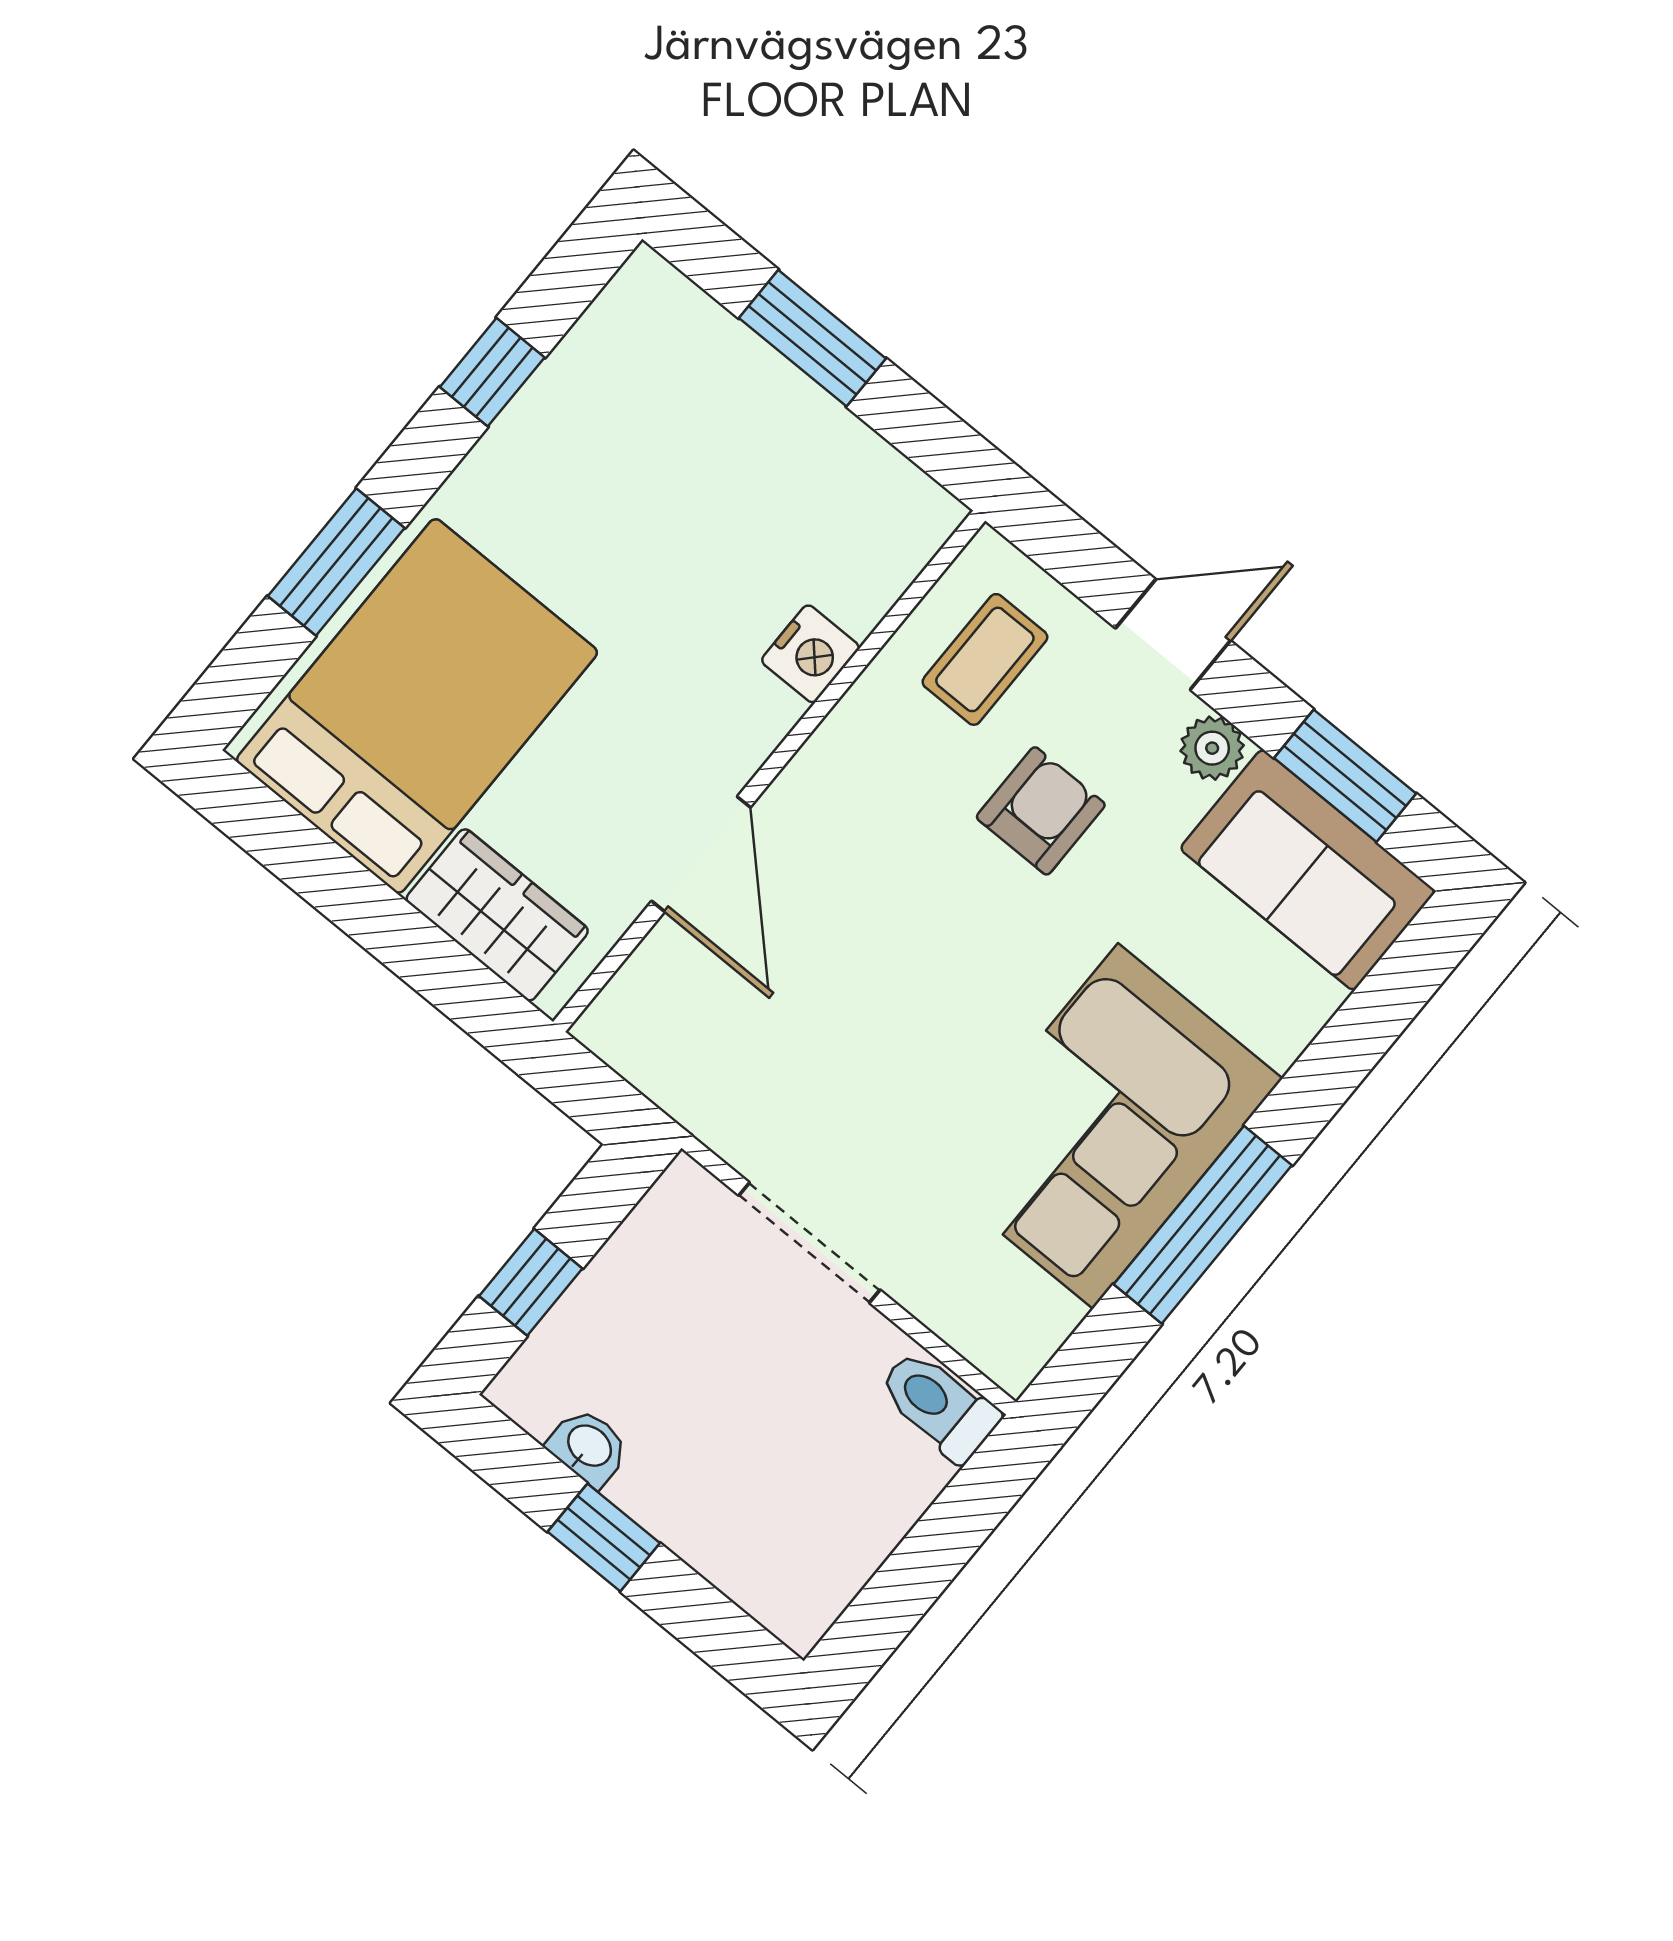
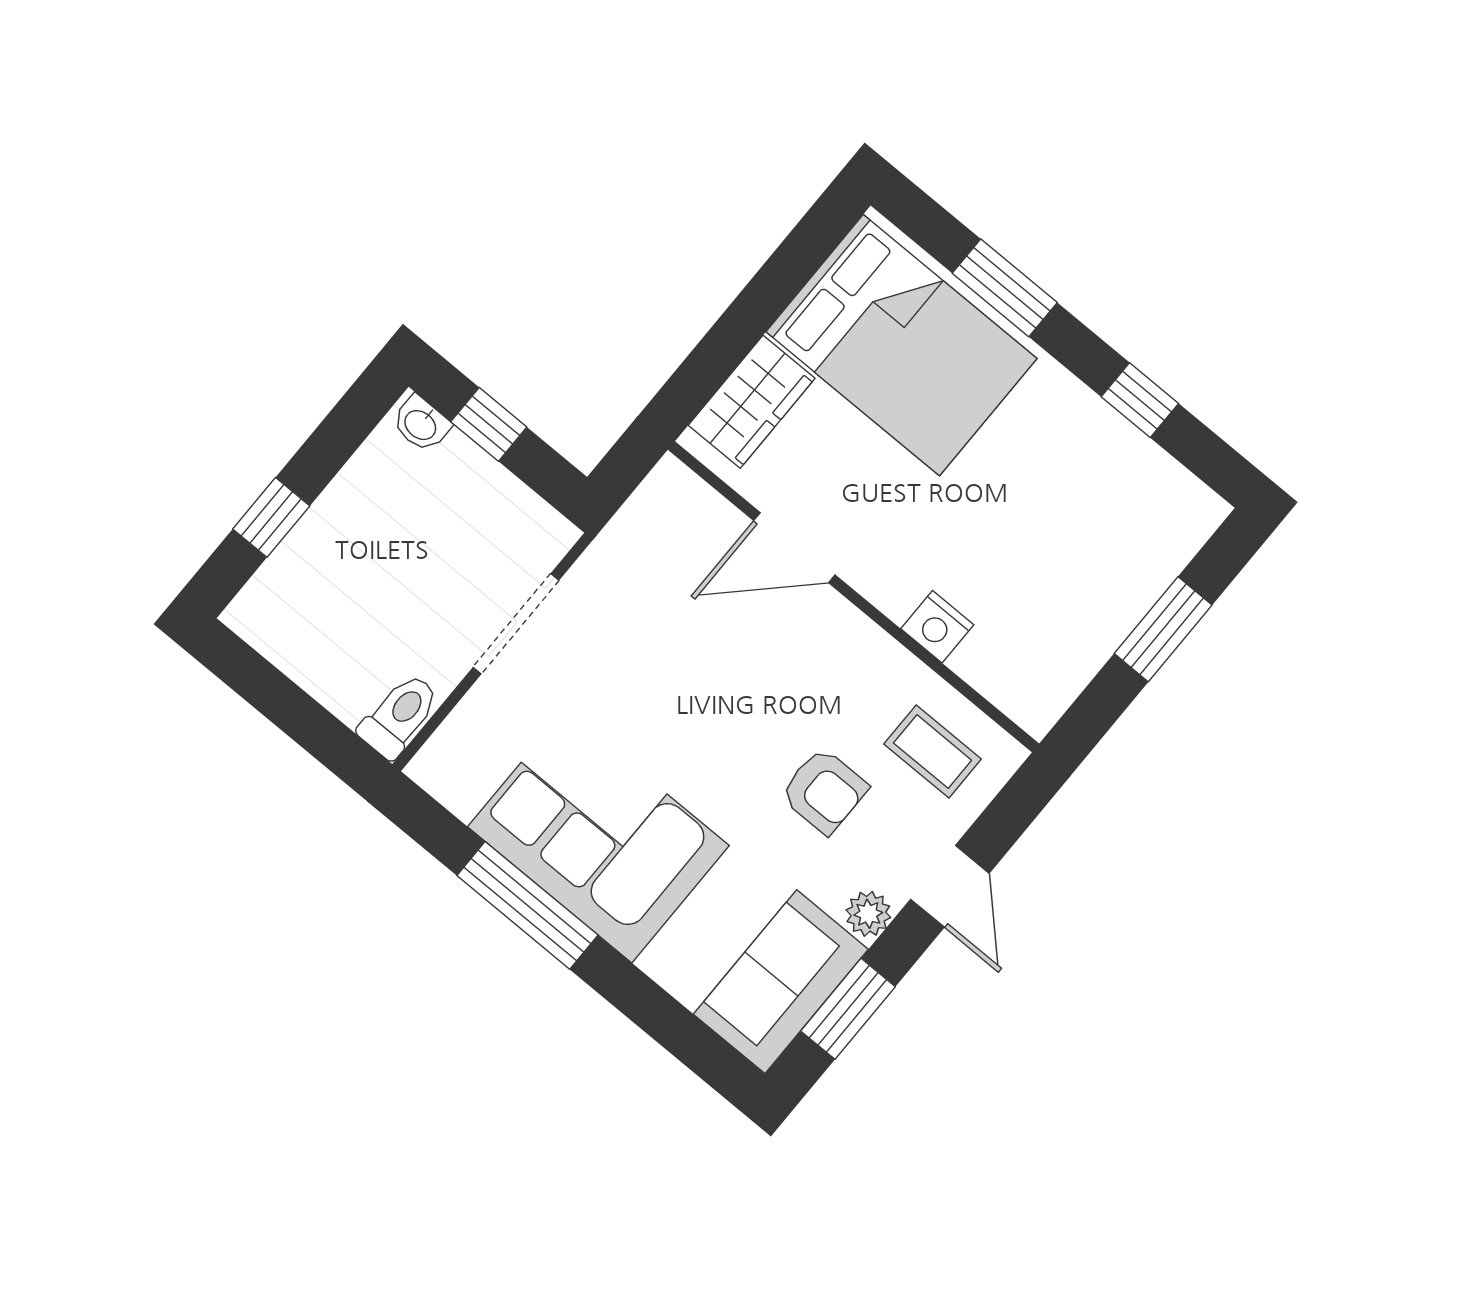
washbasin: (588, 1447) -> (421, 424), moved, turned 90
window: (604, 1537) -> (271, 517), moved

